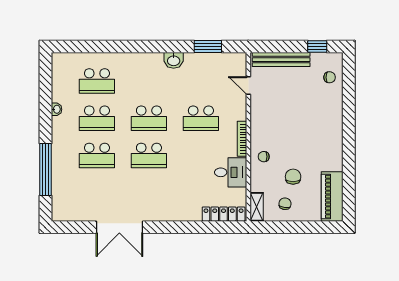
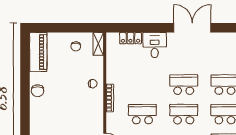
desk: (231, 172) -> (155, 45), moved, turned 90
chair: (293, 177) -> (38, 91), moved
locker: (224, 214) -> (131, 38), width x0.66
double door: (119, 227) -> (192, 28), moved

